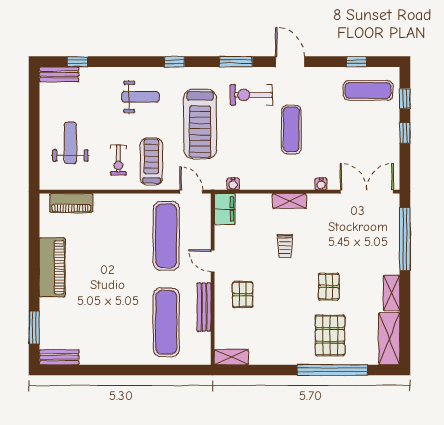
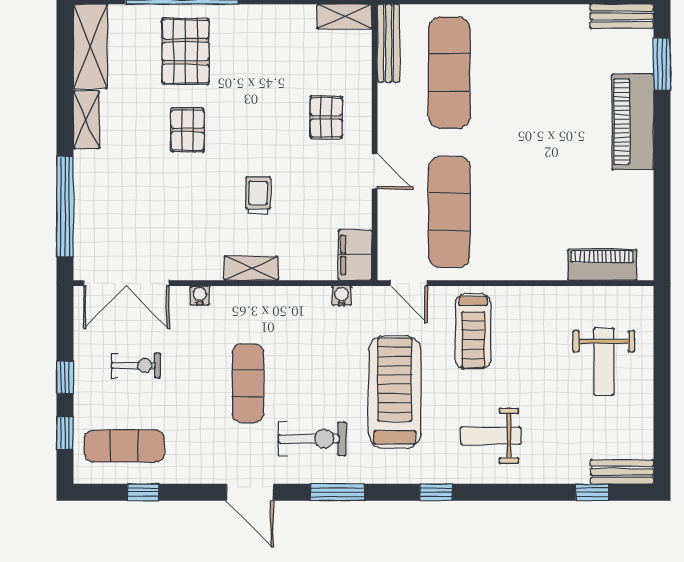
exercise bike: (118, 160) -> (136, 365), moved, turned 90
piano: (52, 267) -> (633, 122), moved
bench: (204, 307) -> (388, 43), moved

